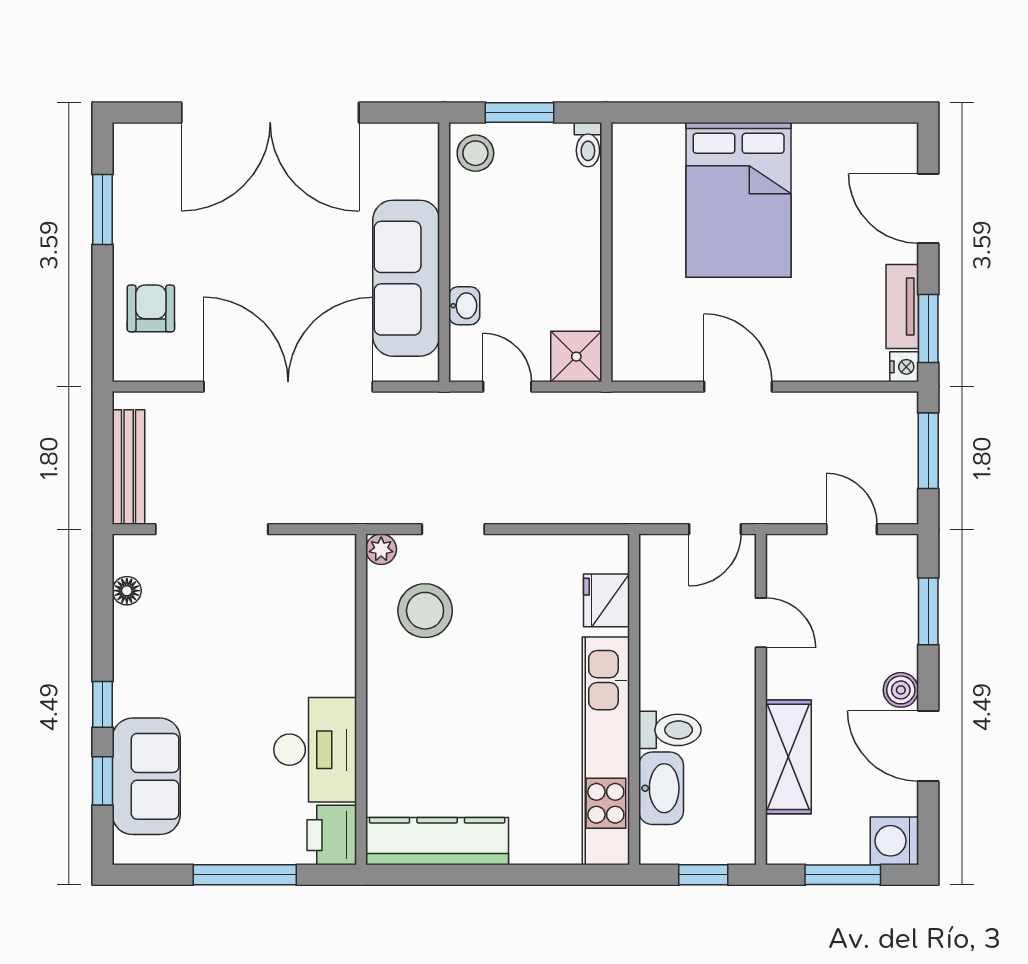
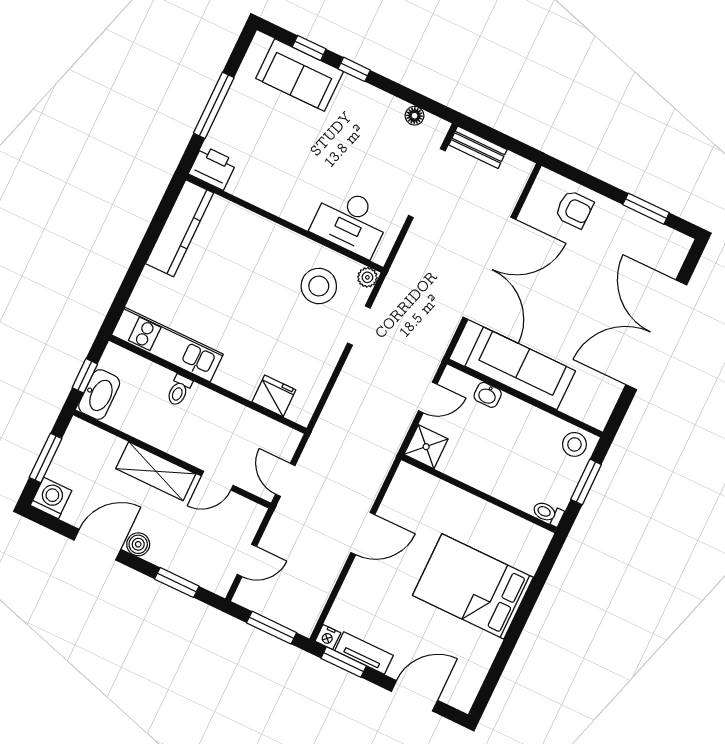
bench: (129, 467) -> (478, 147), width x0.73
toilet: (670, 730) -> (179, 390), width x0.73, depth x0.72
desk: (315, 750) -> (351, 222), moved
kitchen unit: (606, 751) -> (167, 345), width x0.73
shelving: (788, 757) -> (156, 471), moved
washbasin: (661, 788) -> (99, 395), moved, turned -90

